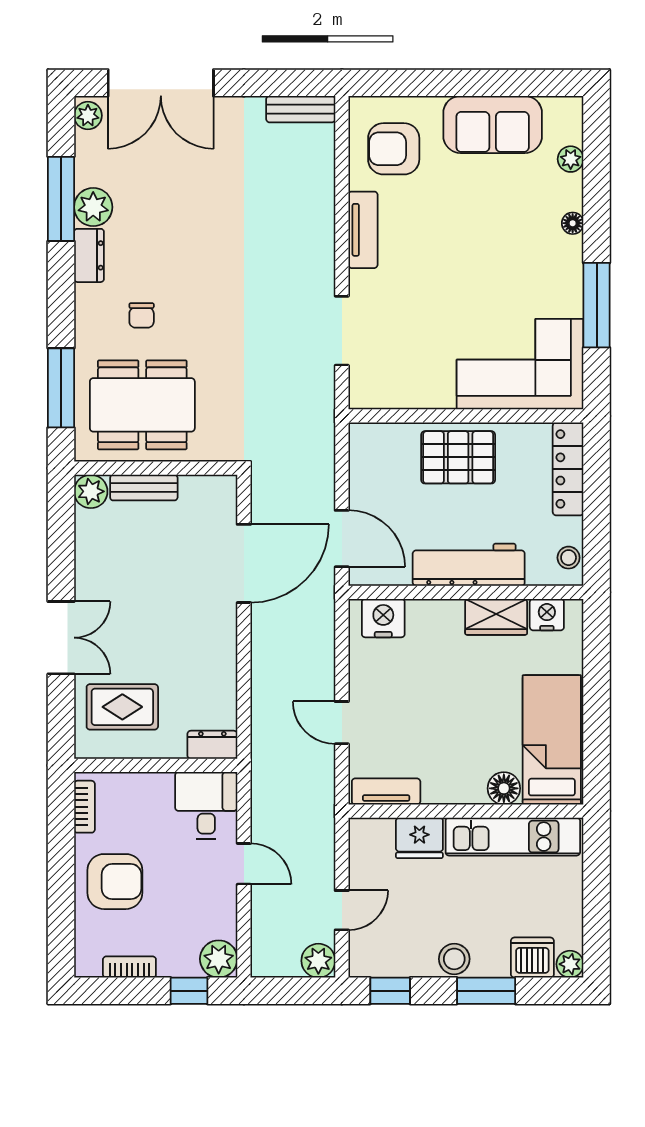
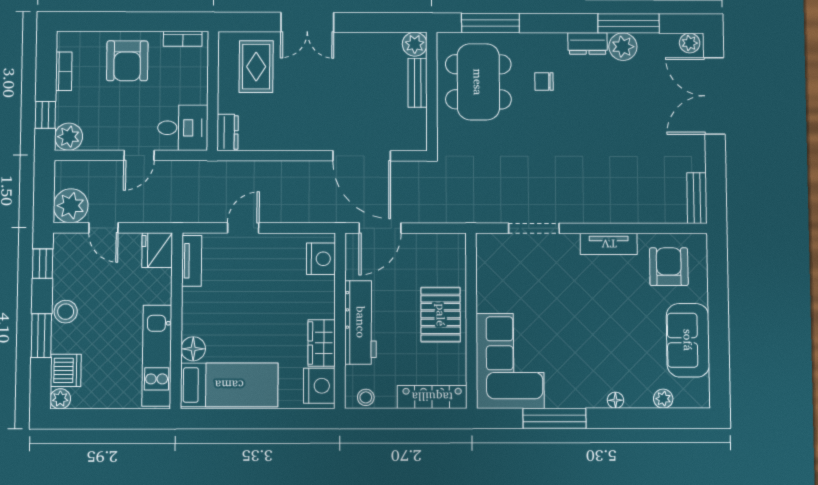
nightstand: (547, 615) -> (319, 386), width x1.36, depth x1.33
fridge: (419, 838) -> (157, 250), moved
plant: (318, 961) -> (71, 206), width x1.36, depth x1.36

